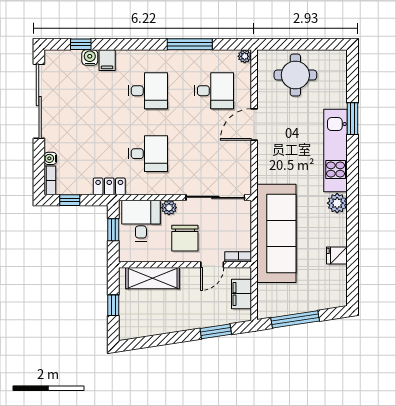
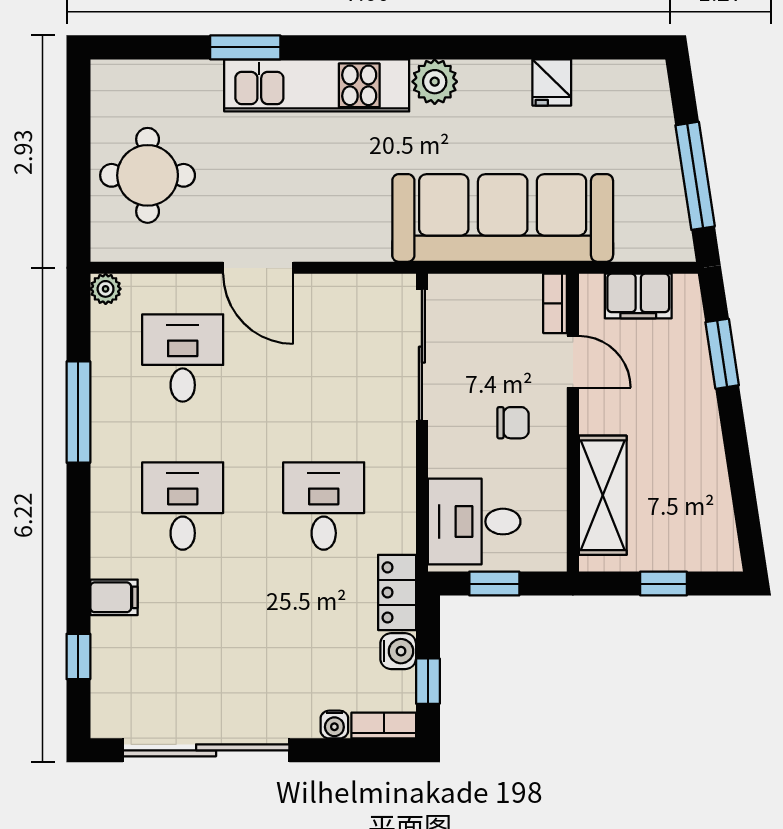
water cooler: (90, 57) -> (398, 651), moved, turned 180
plant: (169, 208) -> (445, 459), removed
chair: (185, 238) -> (513, 423), width x0.54, depth x0.54

